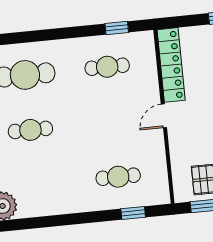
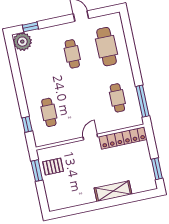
window: (117, 28) -> (143, 101), width x2.17
door: (164, 116) -> (90, 137), hinge flipped

